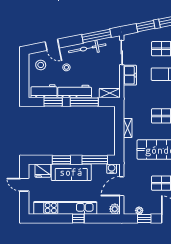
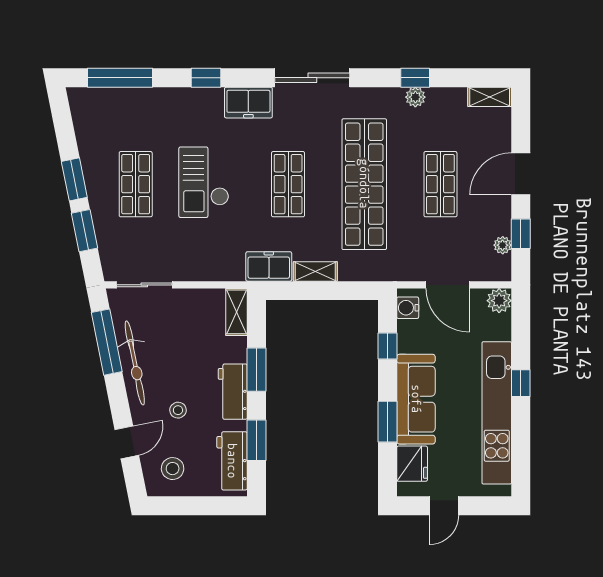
freezer: (130, 75) -> (269, 266), moved
workbench: (75, 92) -> (233, 392), width x0.73
window: (84, 102) -> (256, 370), width x0.69
window: (95, 160) -> (387, 346), width x0.46

